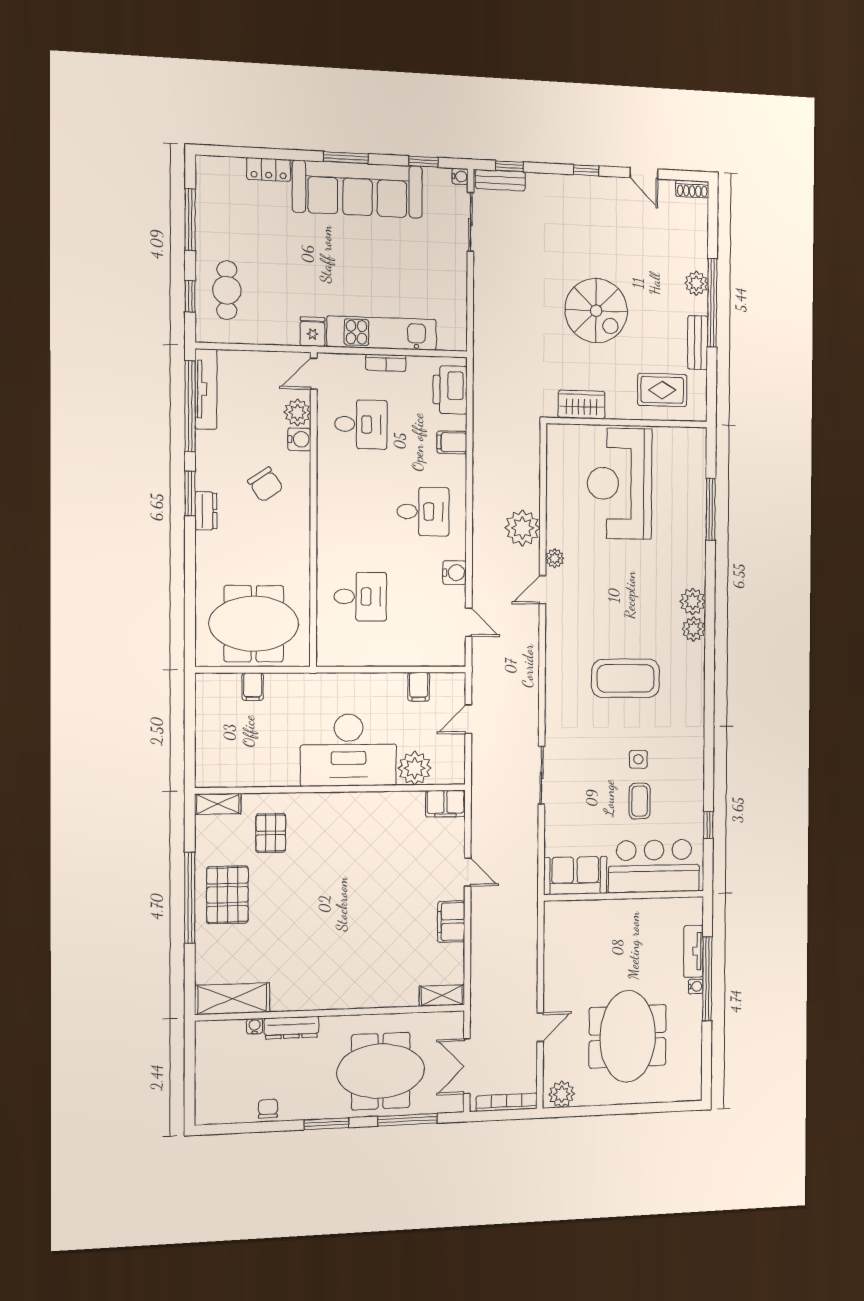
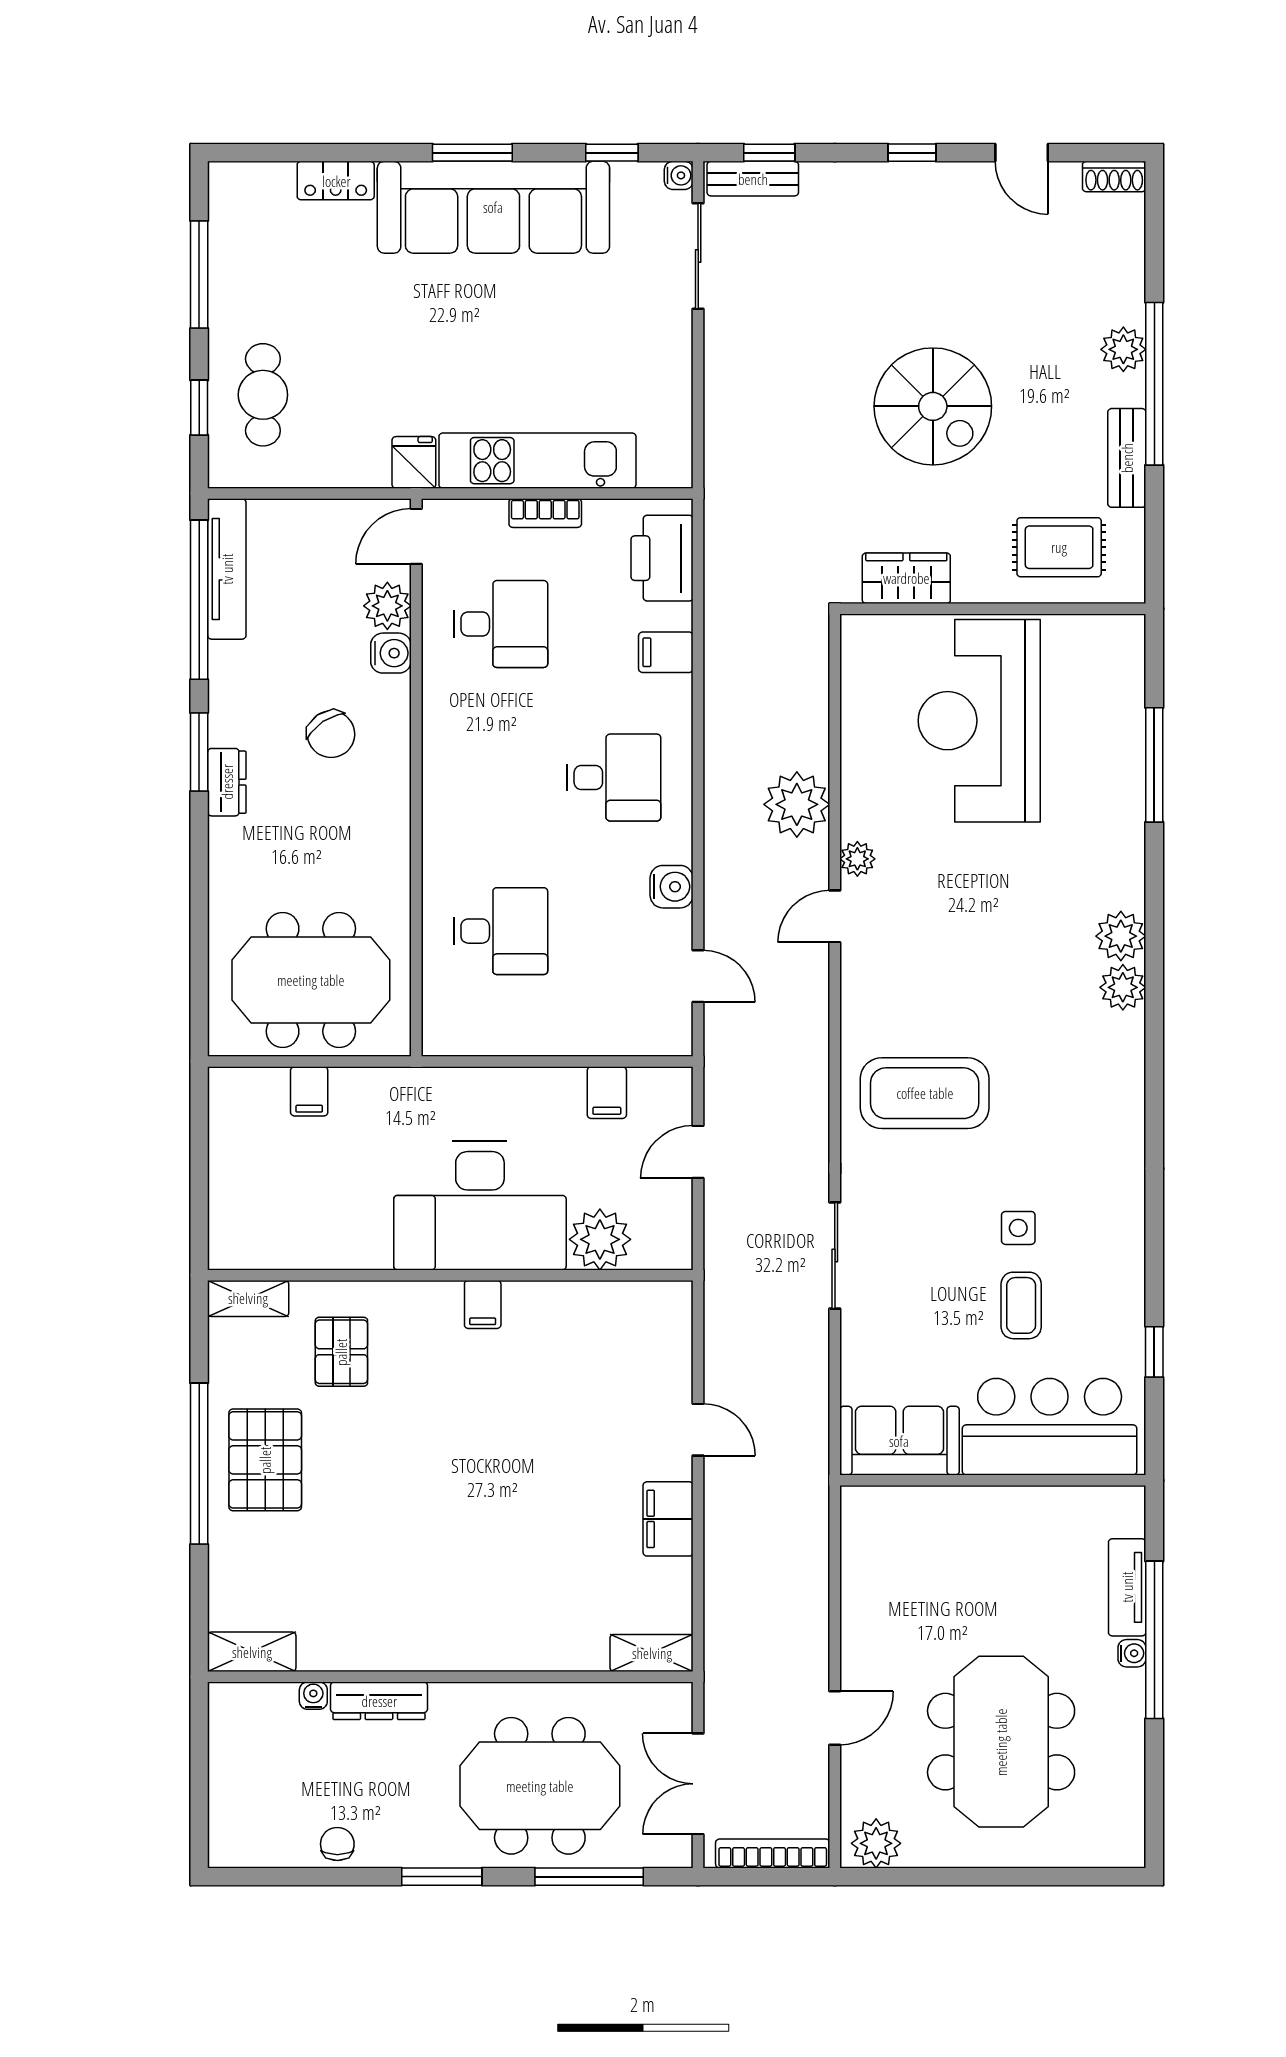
coffee table: (626, 678) -> (925, 1093), moved
filing cabinet: (445, 804) -> (483, 1304), moved, width x0.50
shelving: (232, 999) -> (252, 1652), width x0.67, depth x0.75

